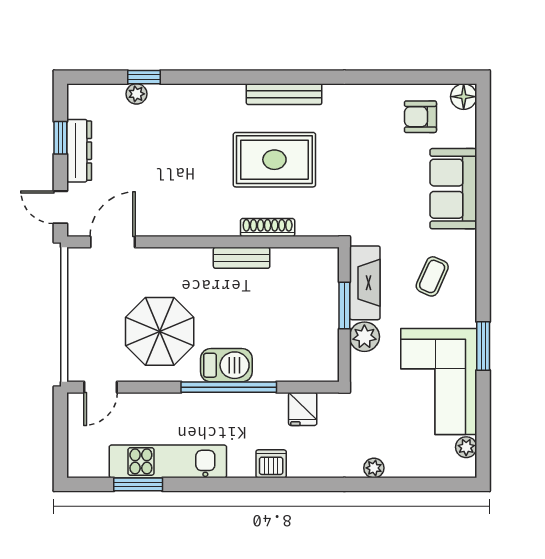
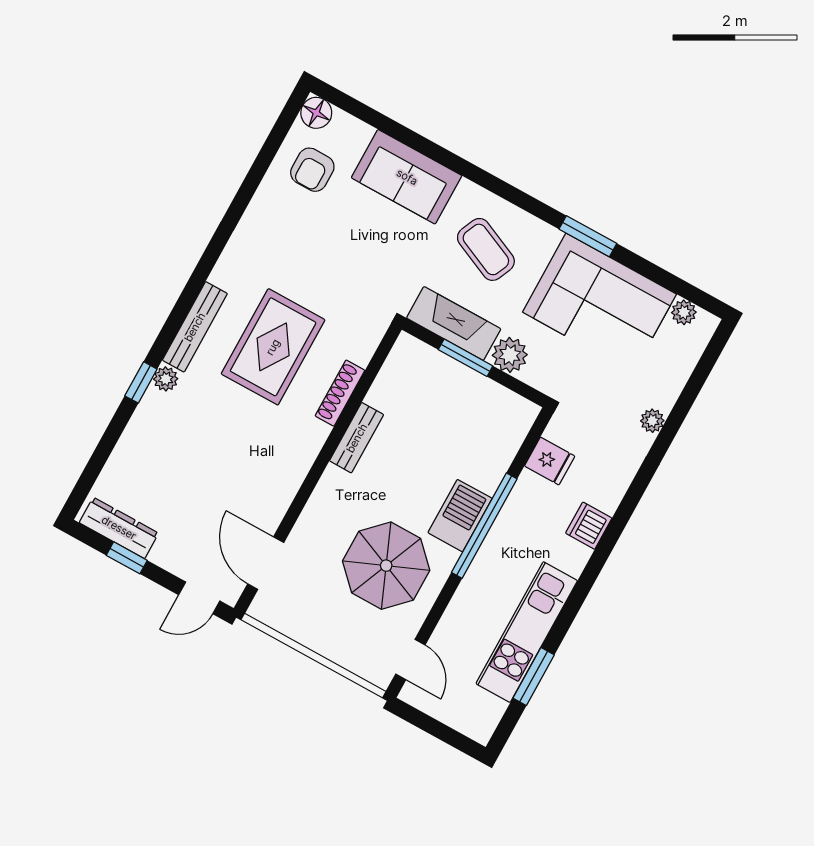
window: (144, 77) -> (141, 382), moved
plant: (136, 94) -> (166, 379), moved
bench: (284, 94) -> (195, 327), moved
dresser: (79, 151) -> (119, 528), moved
coffee table: (432, 276) -> (486, 249), width x1.36, depth x1.30

